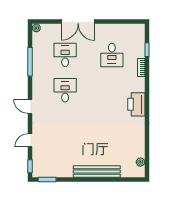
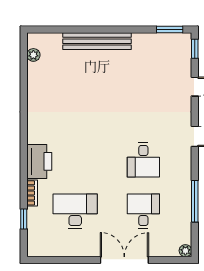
desk: (65, 55) -> (143, 211), turned 180
desk: (112, 55) -> (75, 211), width x1.37
printer: (136, 104) -> (39, 161), moved

